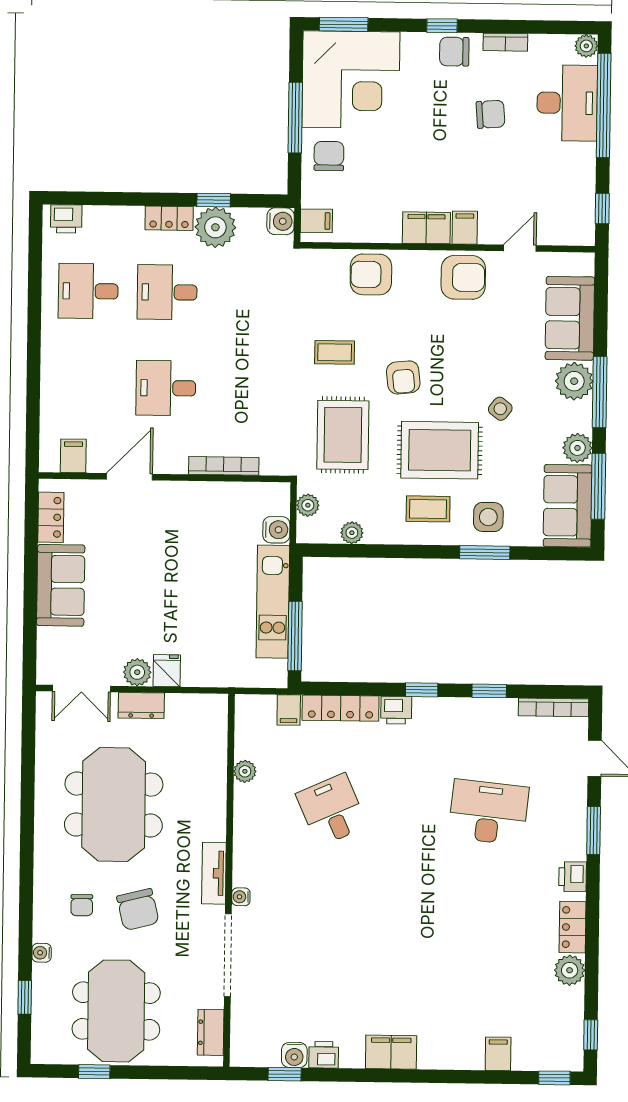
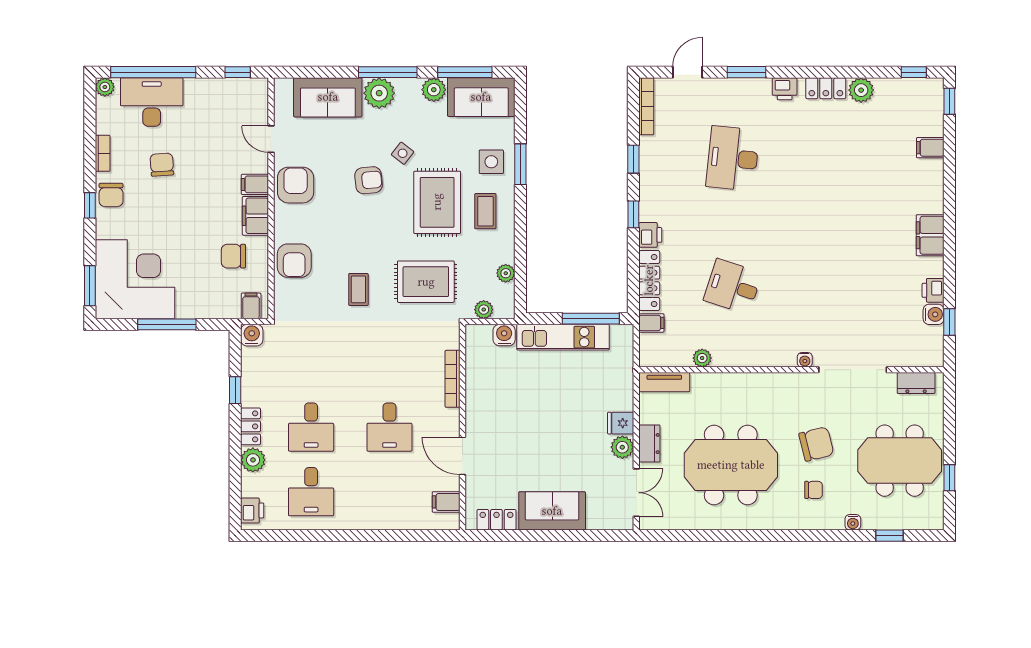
chair: (329, 156) -> (233, 256), moved
plant: (215, 227) -> (253, 460), moved, width x0.73, depth x0.73
armchair: (403, 377) -> (369, 180), moved
desk: (332, 810) -> (733, 287), turned 42
tv unit: (214, 873) -> (664, 382), moved

